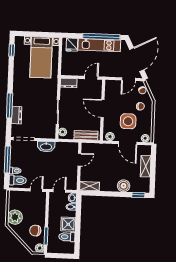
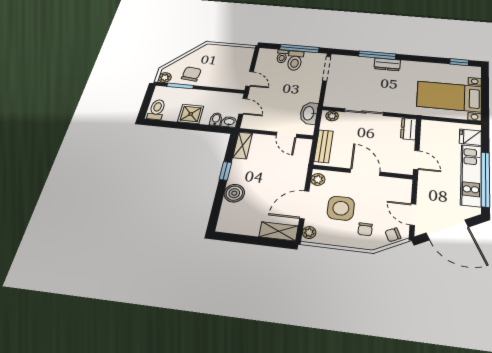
door: (103, 109) -> (365, 172), hinge flipped
dresser: (17, 115) -> (387, 64), moved
washbasin: (46, 147) -> (309, 113), moved
shelving: (146, 166) -> (279, 231), moved
toilet: (18, 180) -> (295, 61), moved
window: (138, 195) -> (225, 171), moved
plant: (15, 217) -> (216, 52), removed
toilet: (67, 237) -> (157, 110), moved

